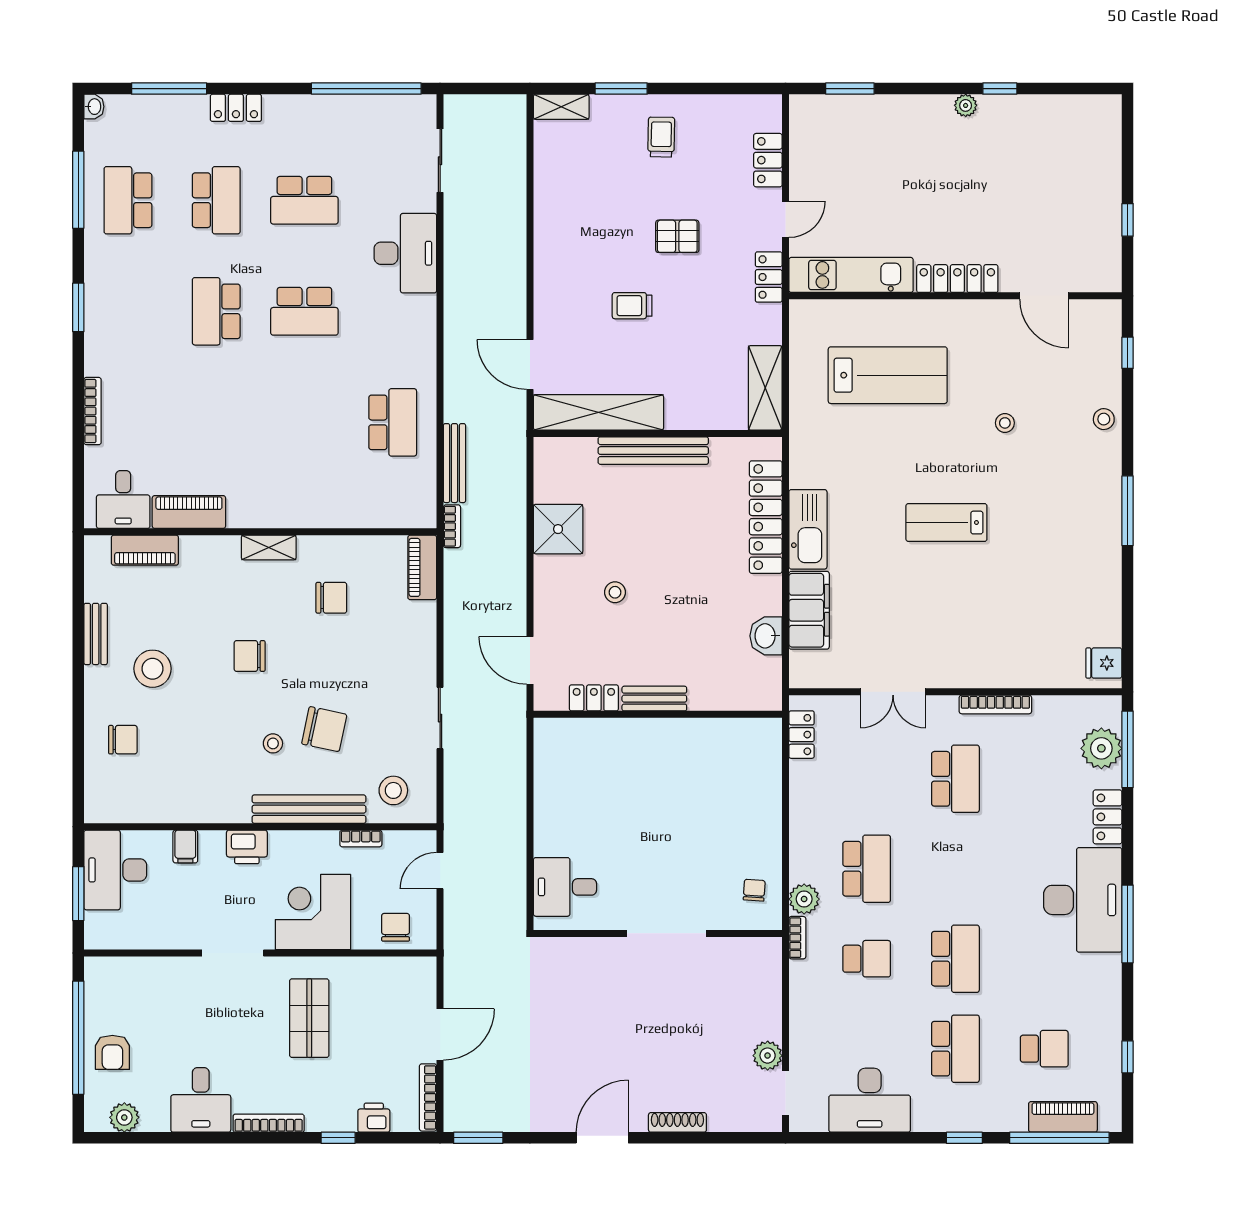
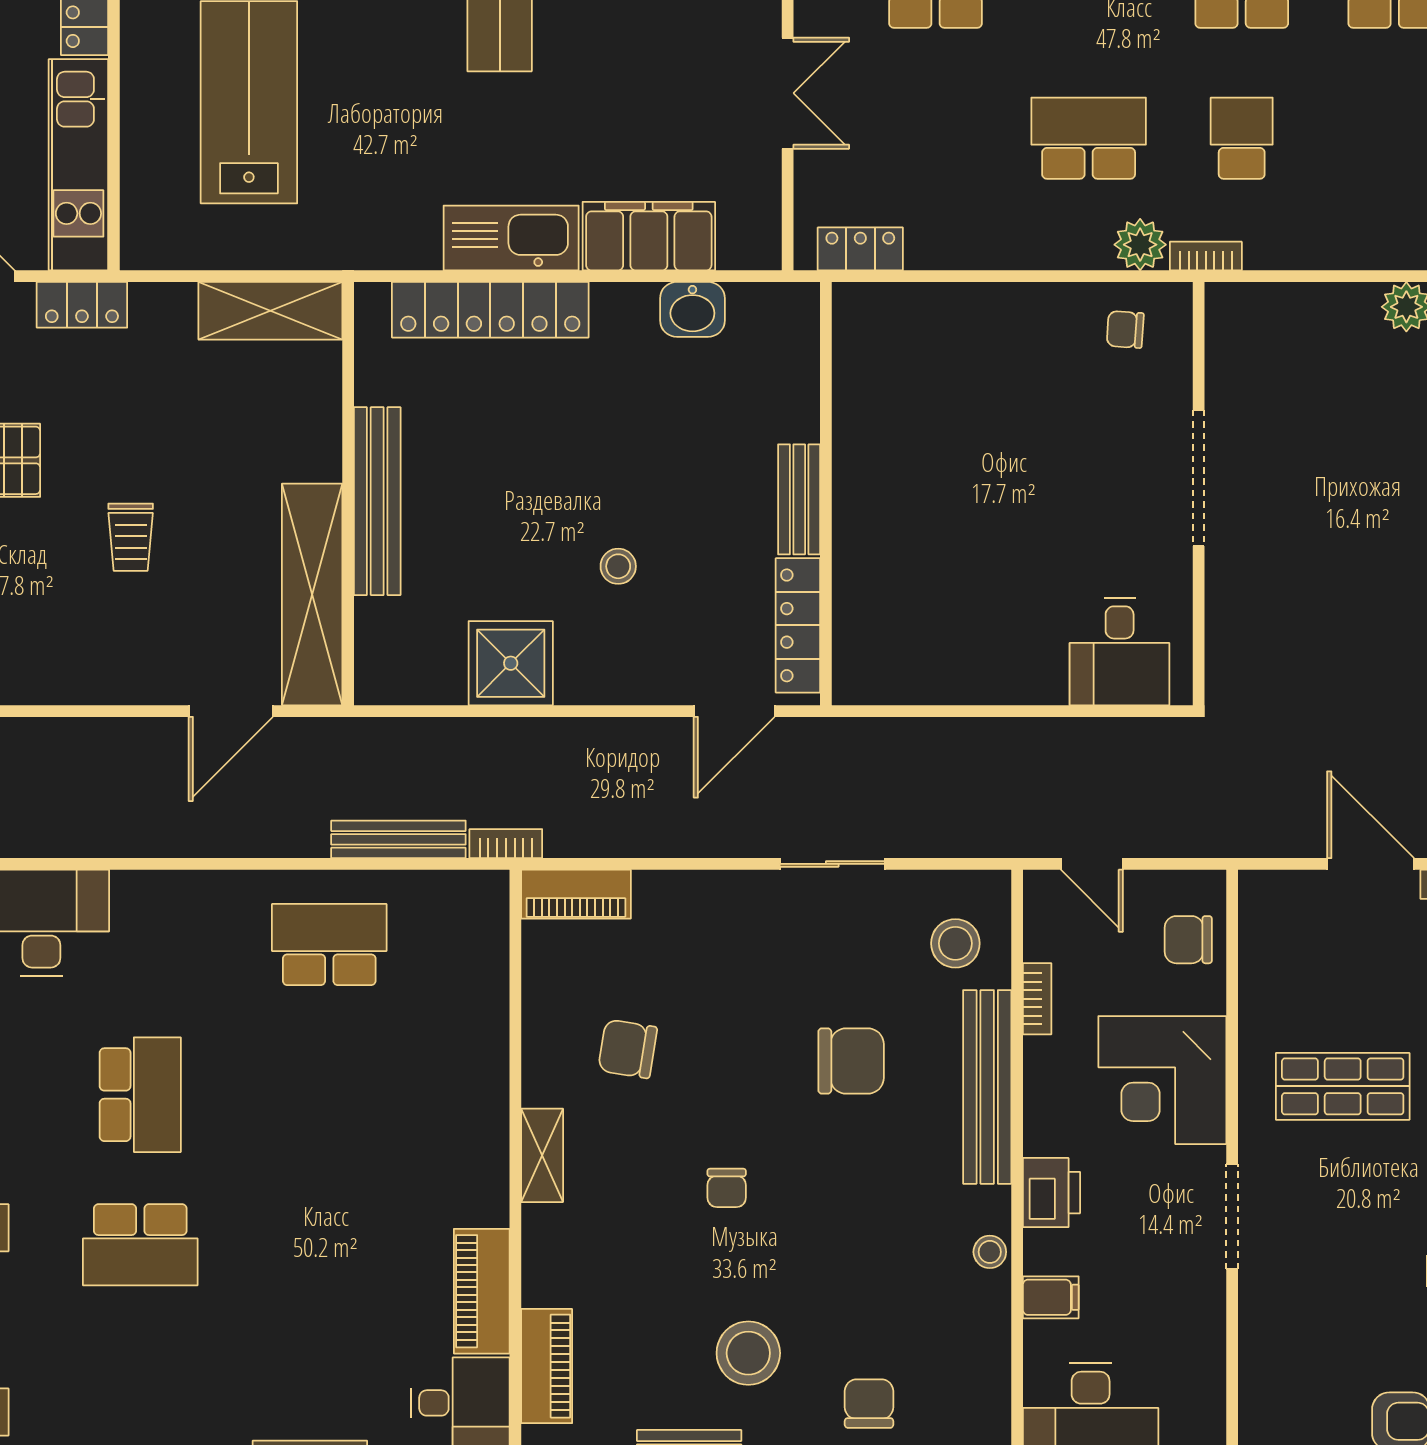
chair: (331, 598) -> (628, 1049), turned -81
chair: (250, 656) -> (727, 1188), width x0.73, depth x0.73
locker: (594, 698) -> (798, 625), width x1.53
chair: (324, 729) -> (851, 1061), turned 78
stool: (273, 743) -> (990, 1252), moved

